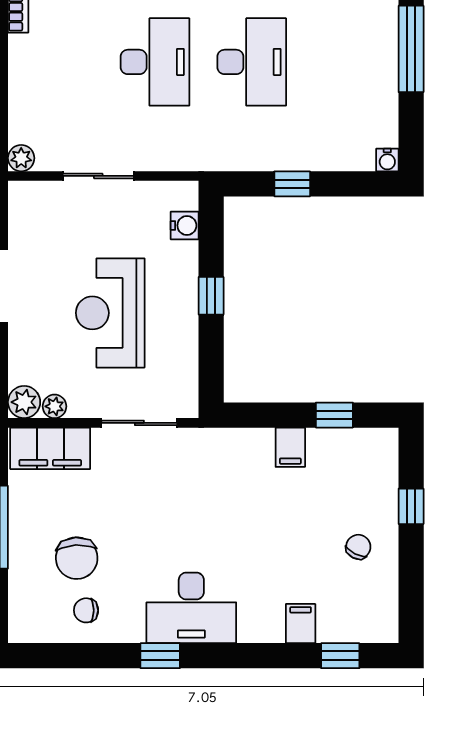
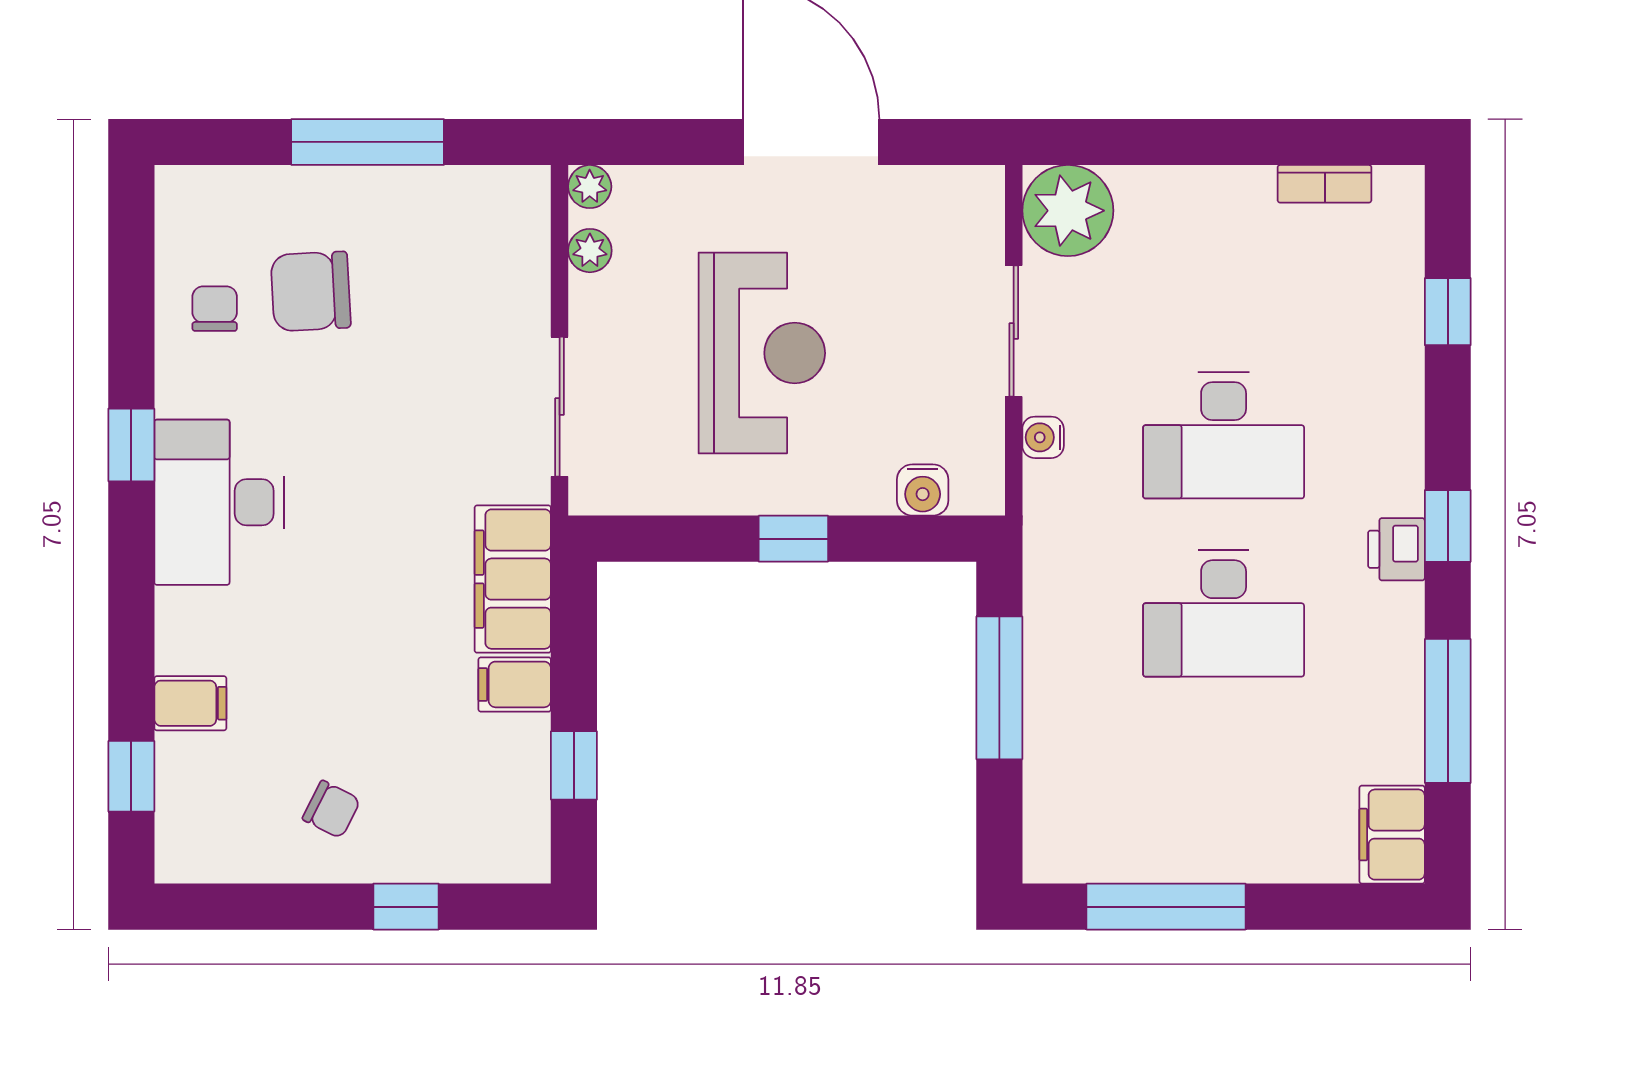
window: (411, 49) -> (1166, 907), moved
plant: (21, 158) -> (1068, 211), width x1.88, depth x1.88
water cooler: (387, 160) -> (1043, 437), moved
window: (292, 184) -> (999, 688), width x2.17
reception desk: (110, 313) -> (762, 353), turned 90
plant: (24, 402) -> (590, 187), width x0.73, depth x0.73
filing cabinet: (50, 448) -> (513, 579), moved

